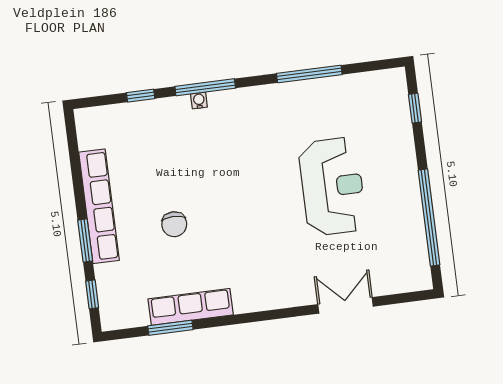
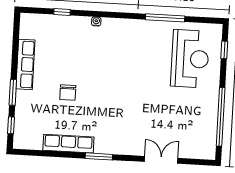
window: (205, 87) -> (101, 14), removed
reception desk: (332, 186) -> (190, 59), moved
row of seats: (99, 206) -> (25, 64), width x0.73
window: (170, 328) -> (99, 156), moved

